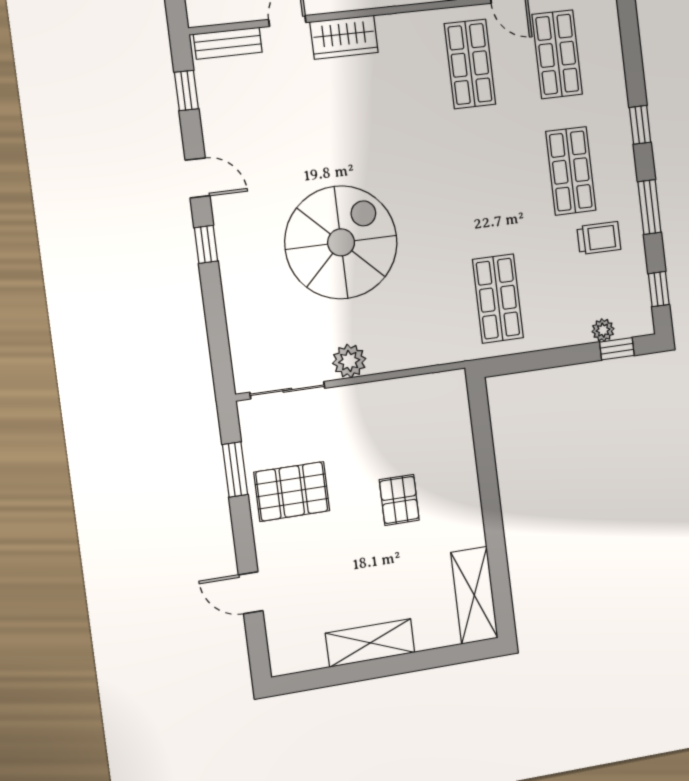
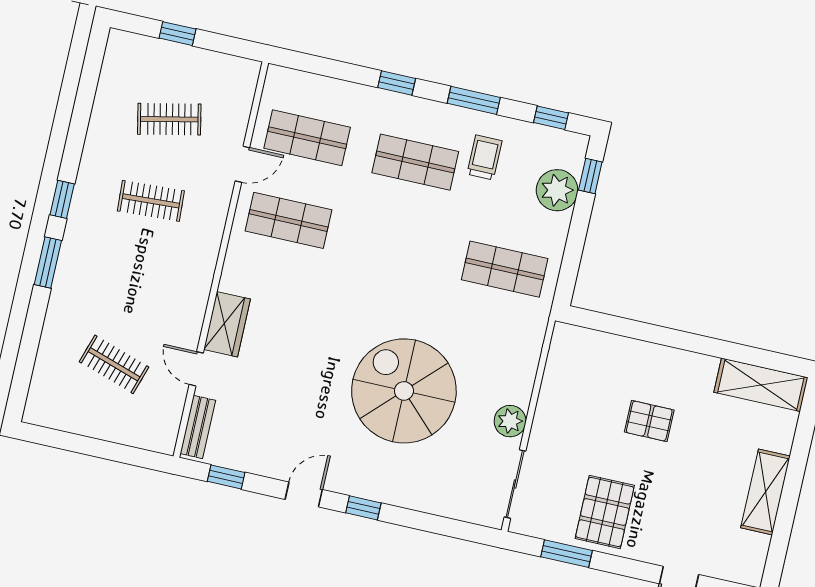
plant: (603, 330) -> (557, 190), width x1.88, depth x1.88

